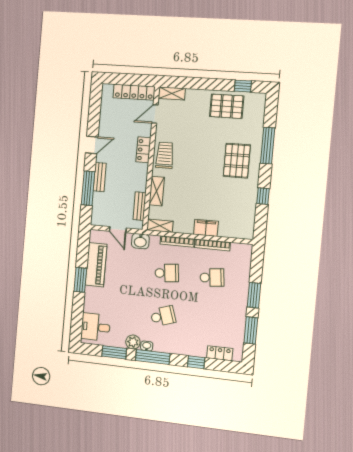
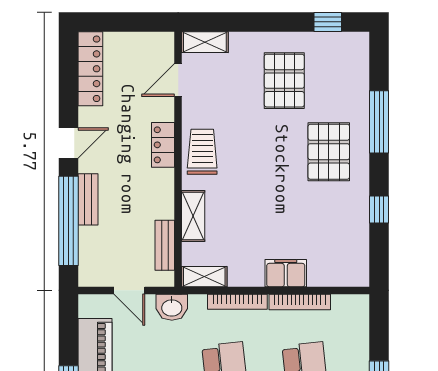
locker: (134, 92) -> (90, 69), moved, turned -90
pallet: (227, 106) -> (284, 81), moved, turned 90
window: (88, 188) -> (68, 221), width x1.46

